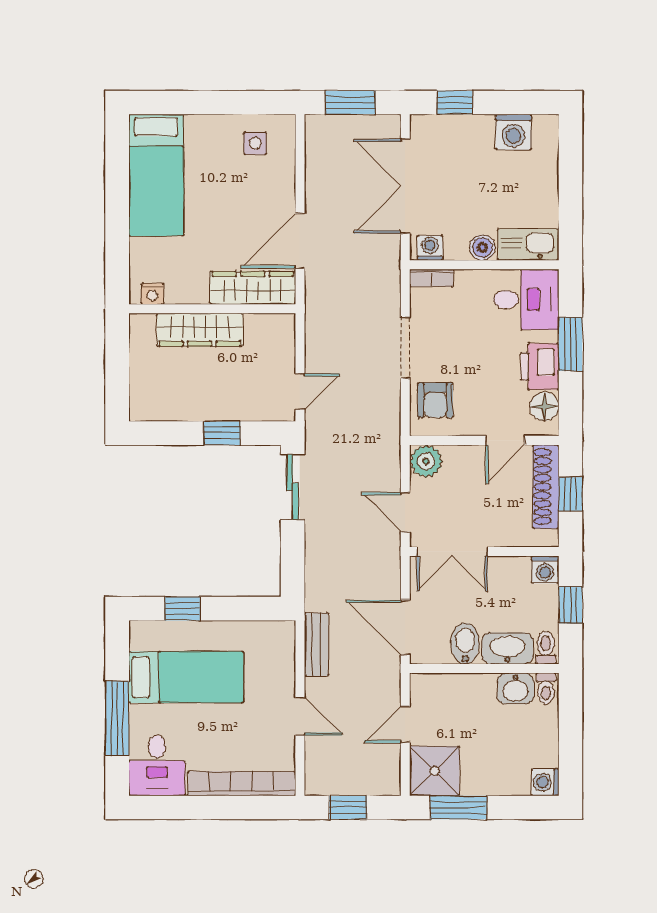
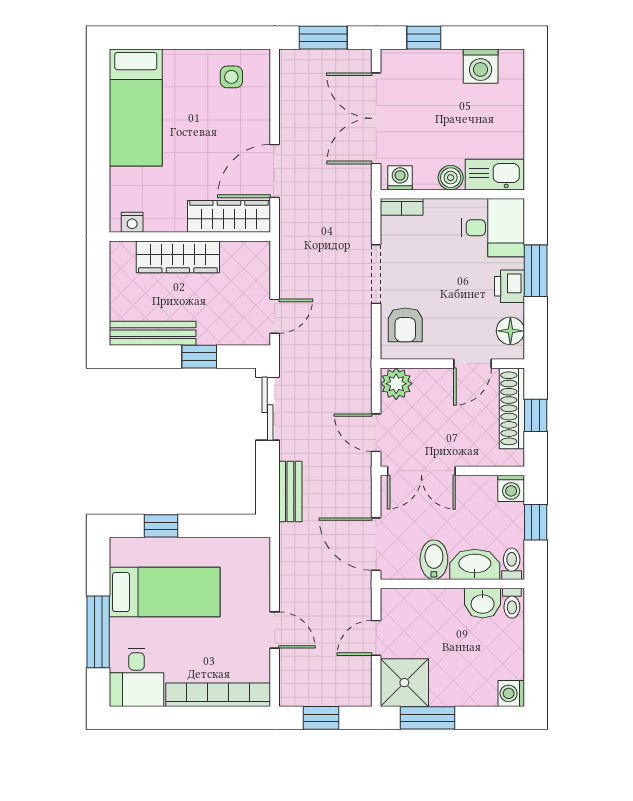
printer: (540, 366) -> (509, 286), width x0.73, depth x0.81
bench: (174, 409) -> (153, 333), added
bench: (316, 644) -> (290, 492), moved

